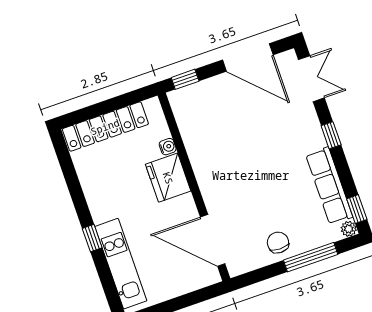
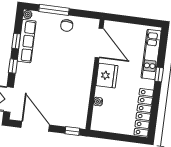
locker: (105, 127) -> (144, 112), moved, turned -90
fridge: (168, 178) -> (107, 76), moved
window: (357, 209) -> (16, 41), moved

